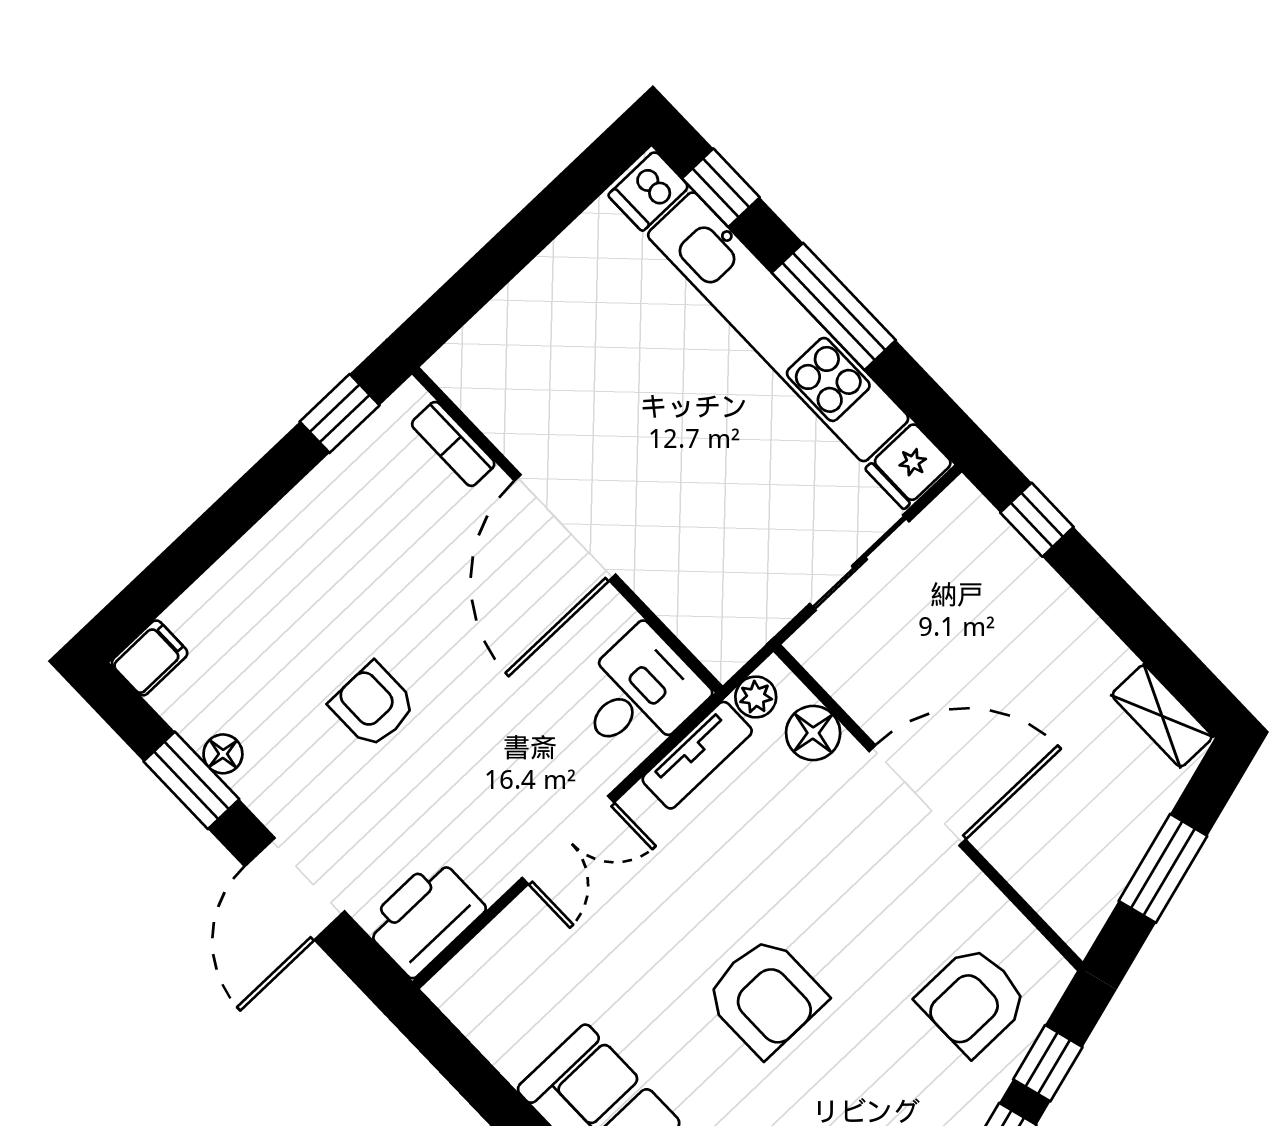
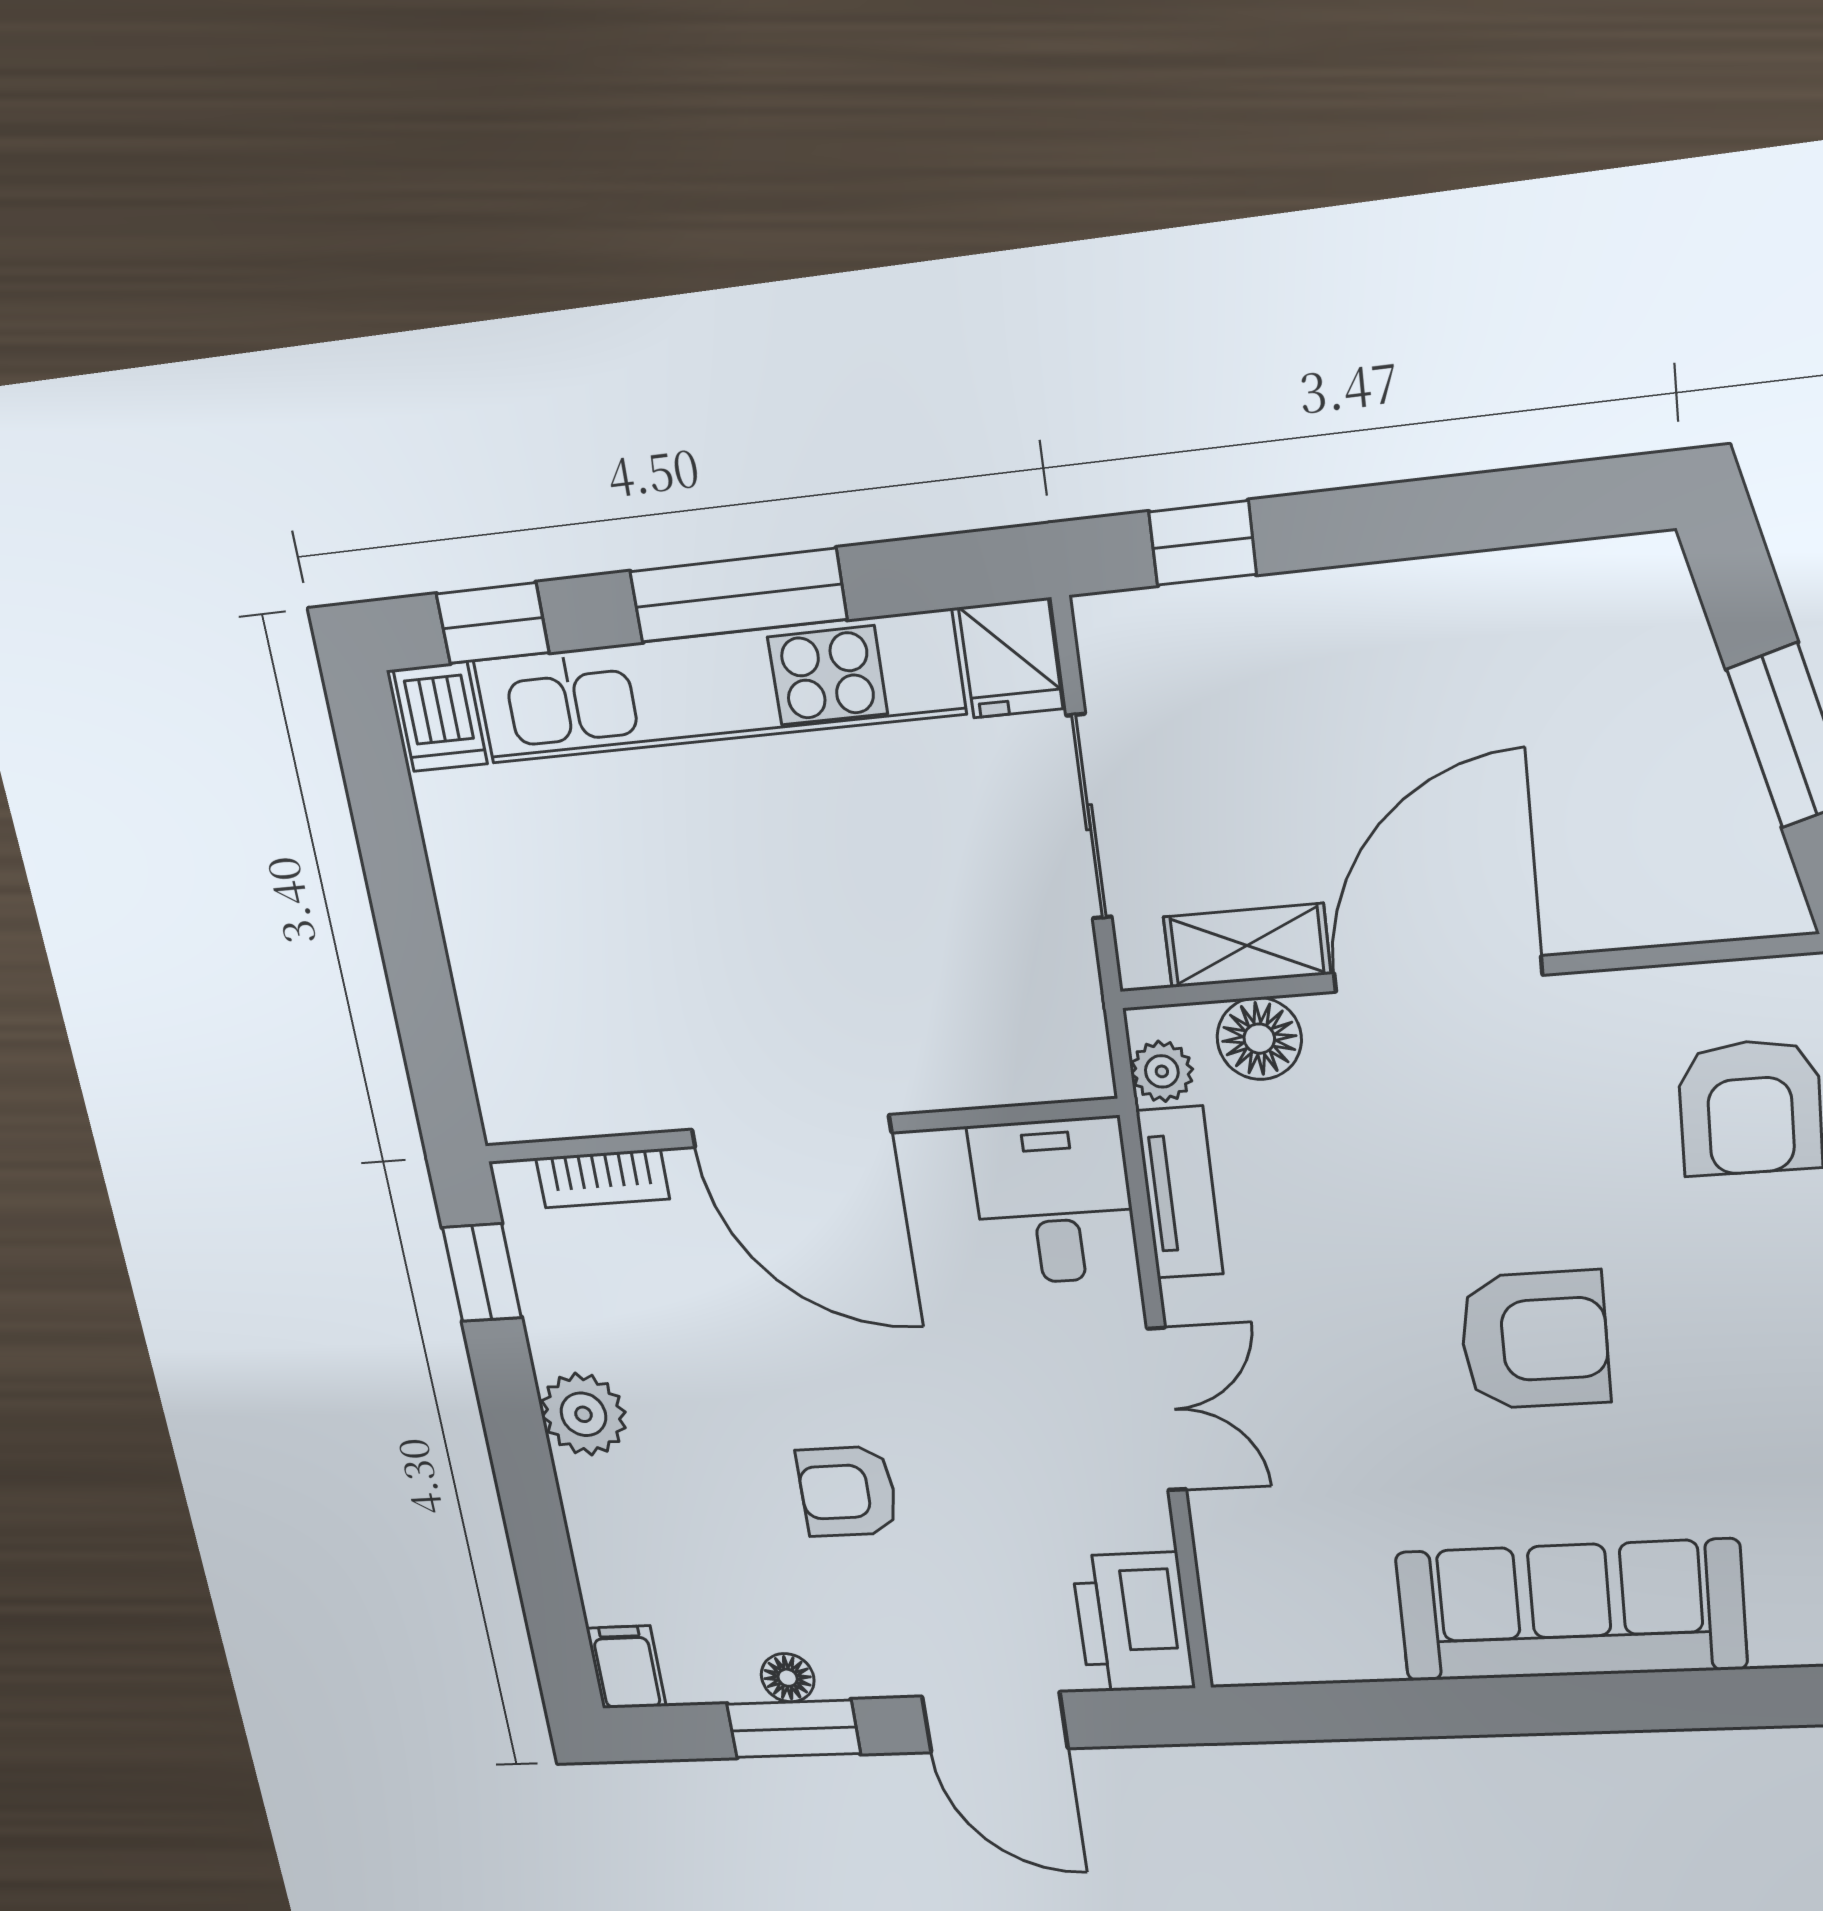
plant: (297, 527) -> (584, 1414), added
shelving: (1162, 716) -> (1247, 946), moved

